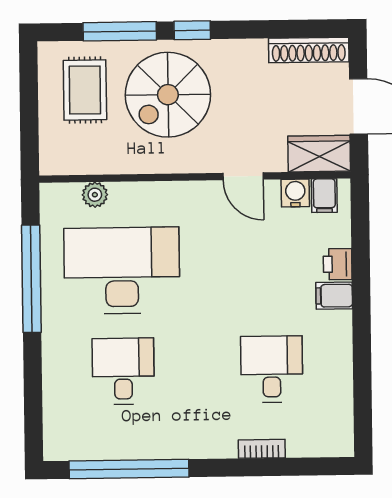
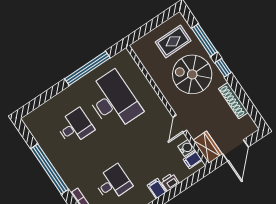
shoe rack: (309, 50) -> (233, 101), moved
plant: (95, 195) -> (136, 71), removed
window: (129, 469) -> (50, 169), moved

